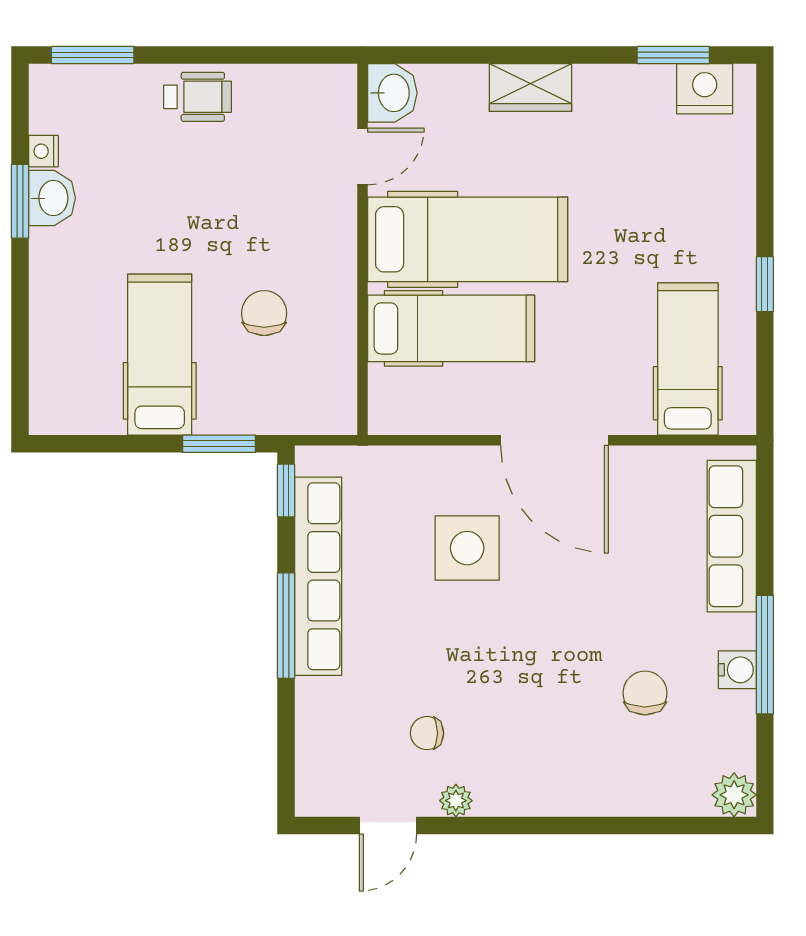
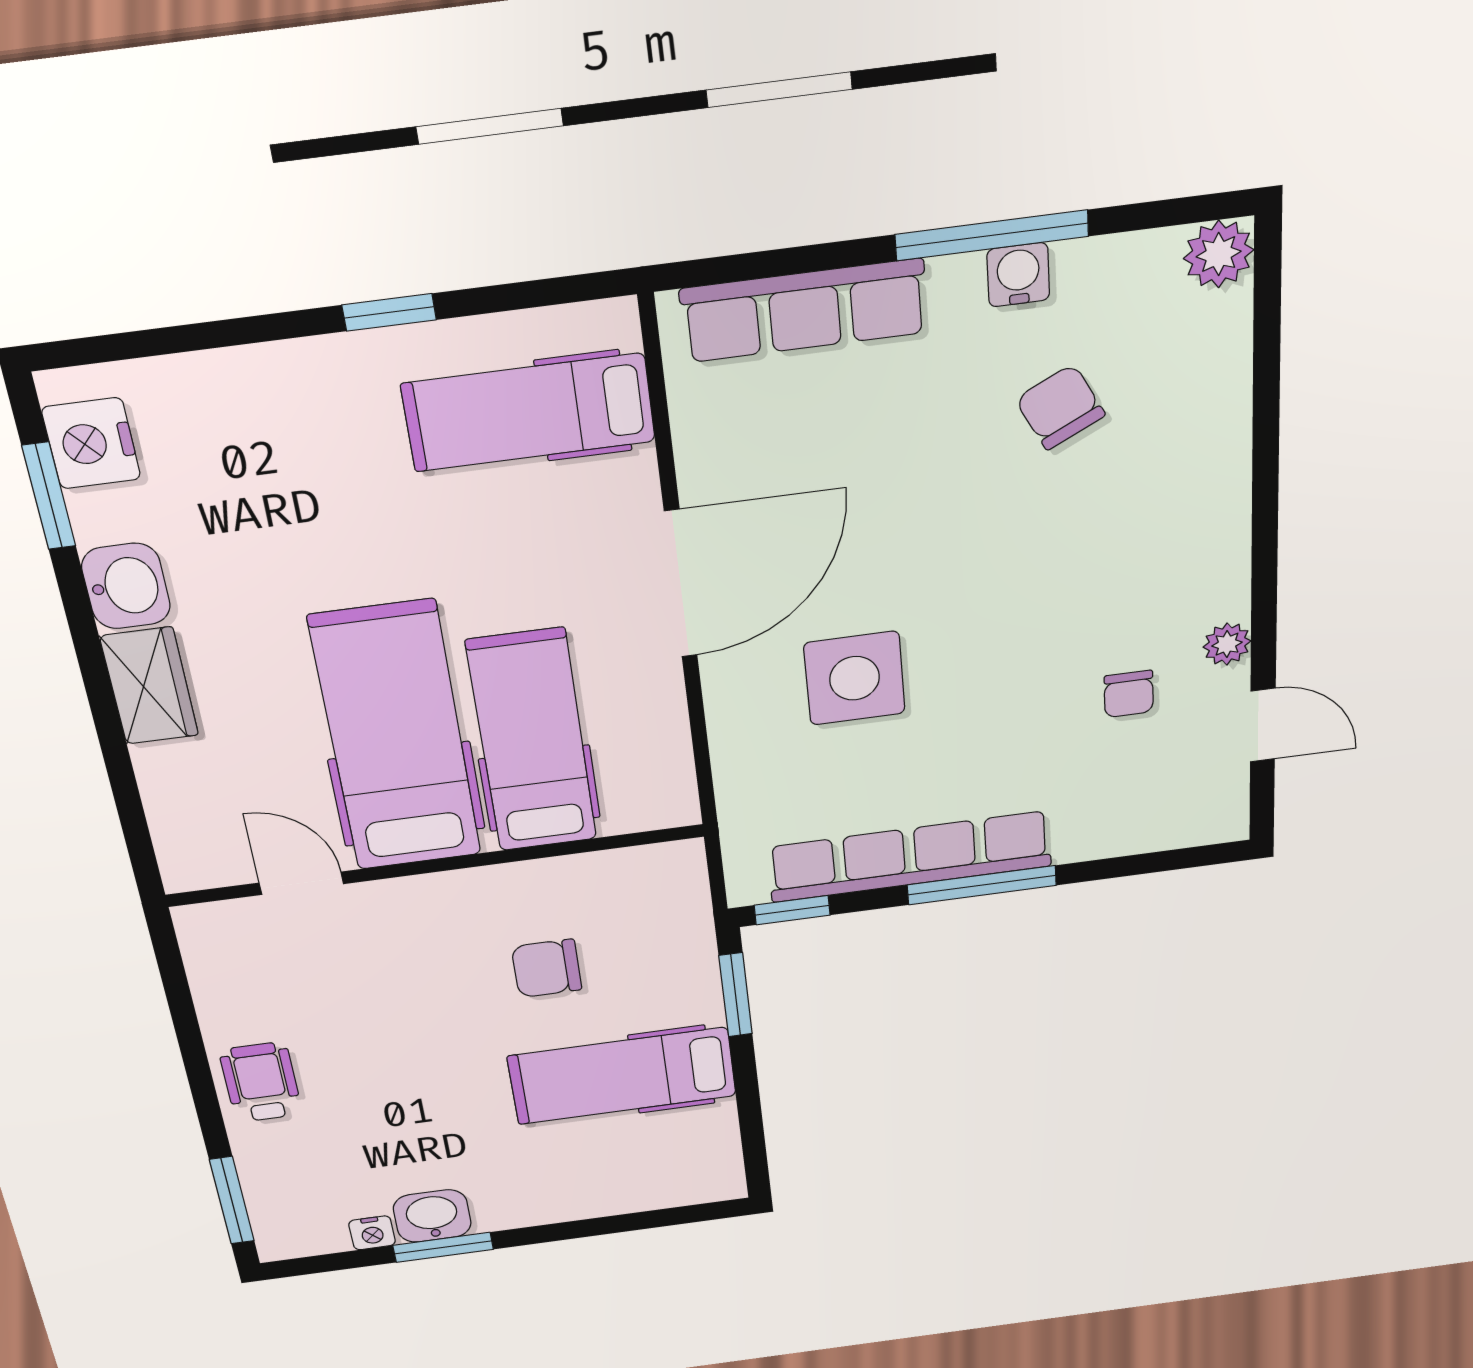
washbasin: (392, 93) -> (126, 586), moved, turned 90
chair: (645, 693) -> (1060, 407), turned 63

